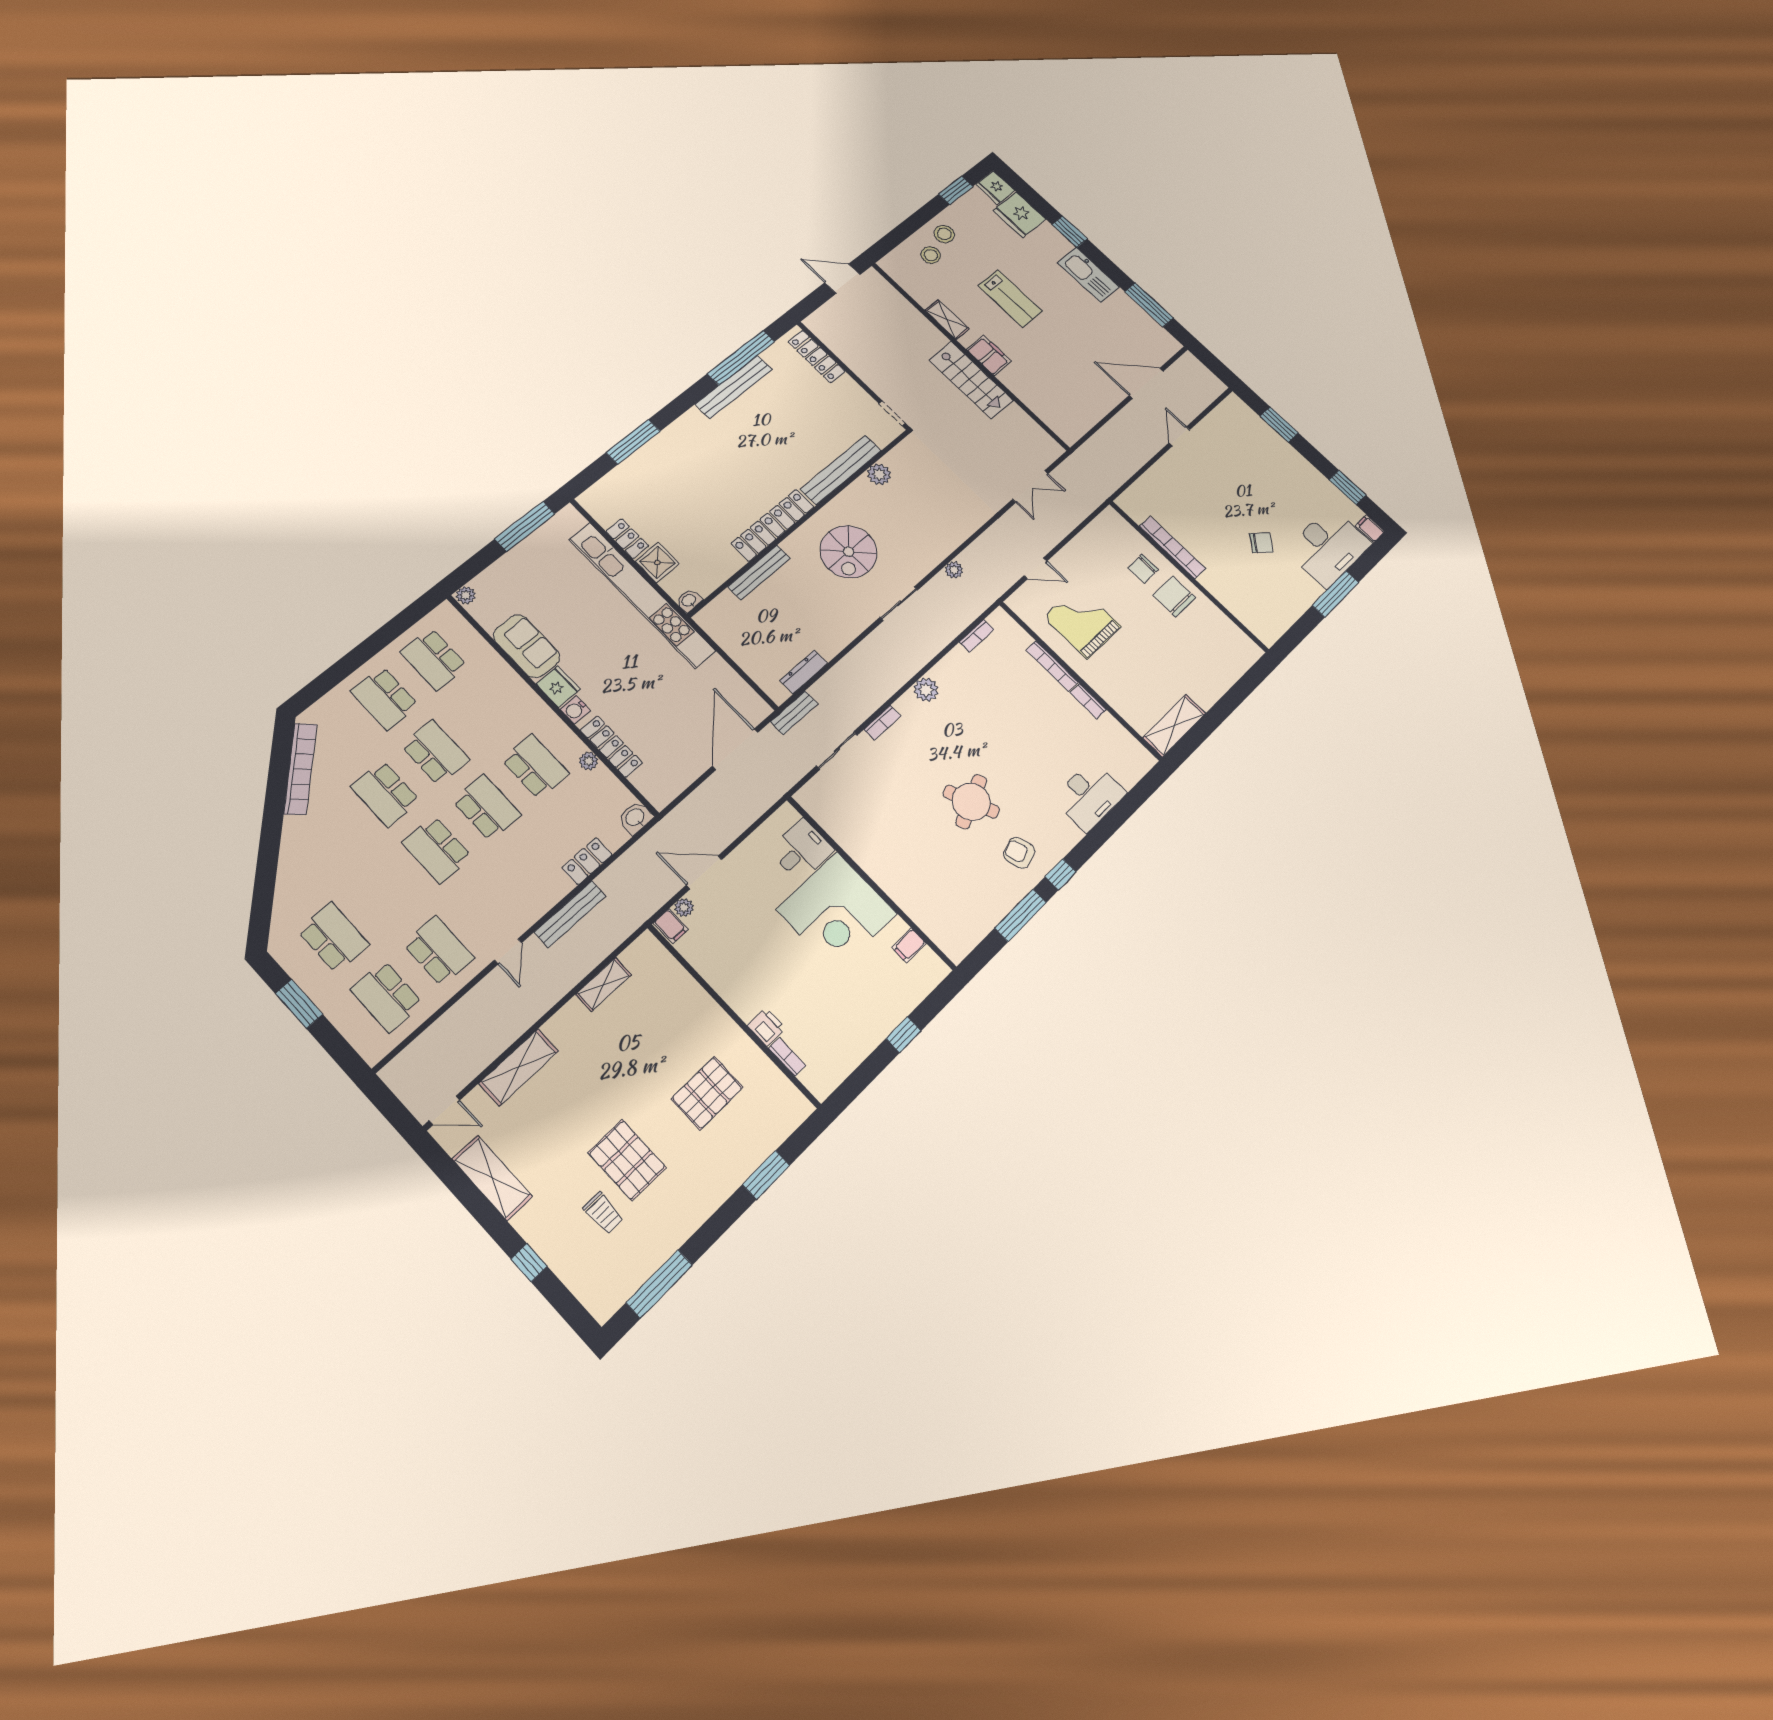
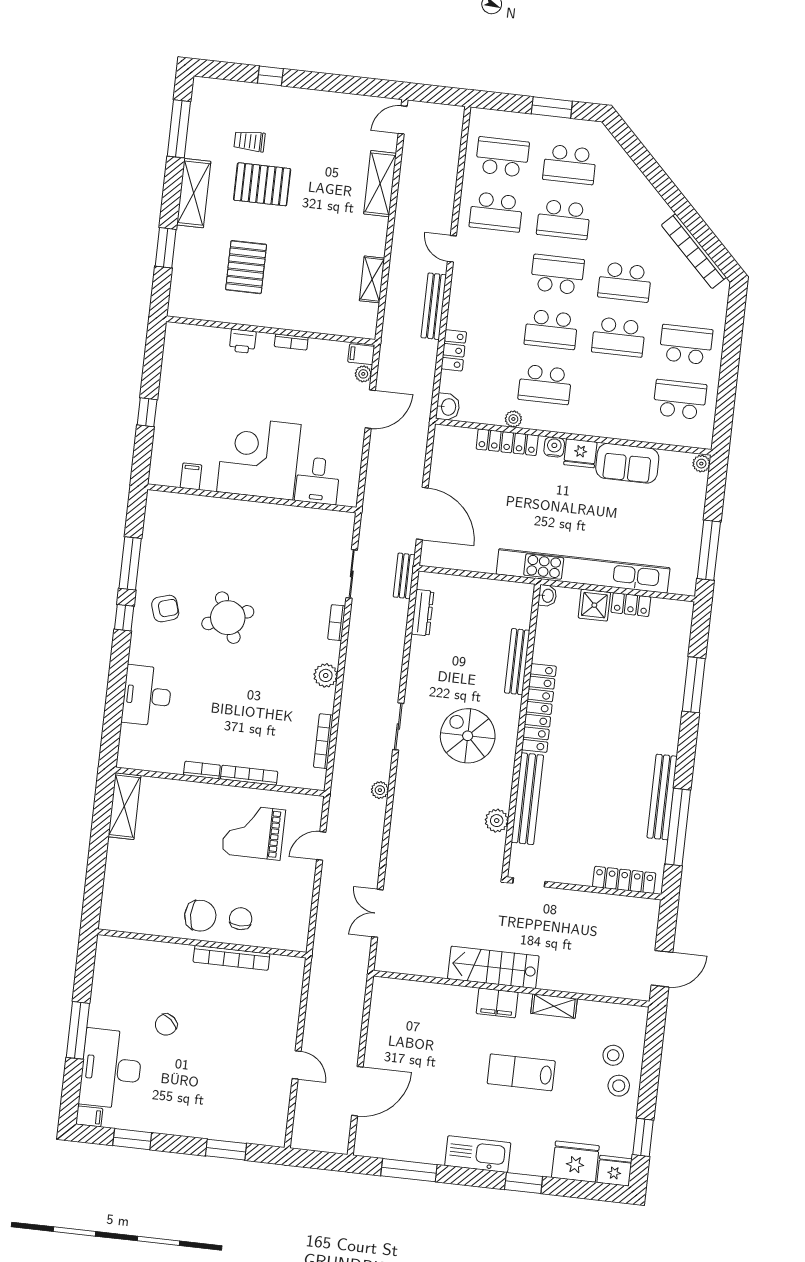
grand piano: (1082, 622) -> (254, 832), turned 180
bookcase: (977, 636) -> (323, 741), width x1.56
school desk: (385, 794) -> (625, 282), turned 180
school desk: (386, 893) -> (563, 219), added
bookcase: (787, 1057) -> (291, 342), moved
shelving: (492, 1178) -> (194, 193), moved, turned 90

